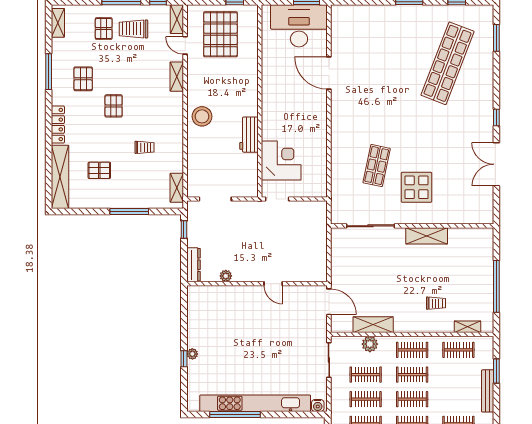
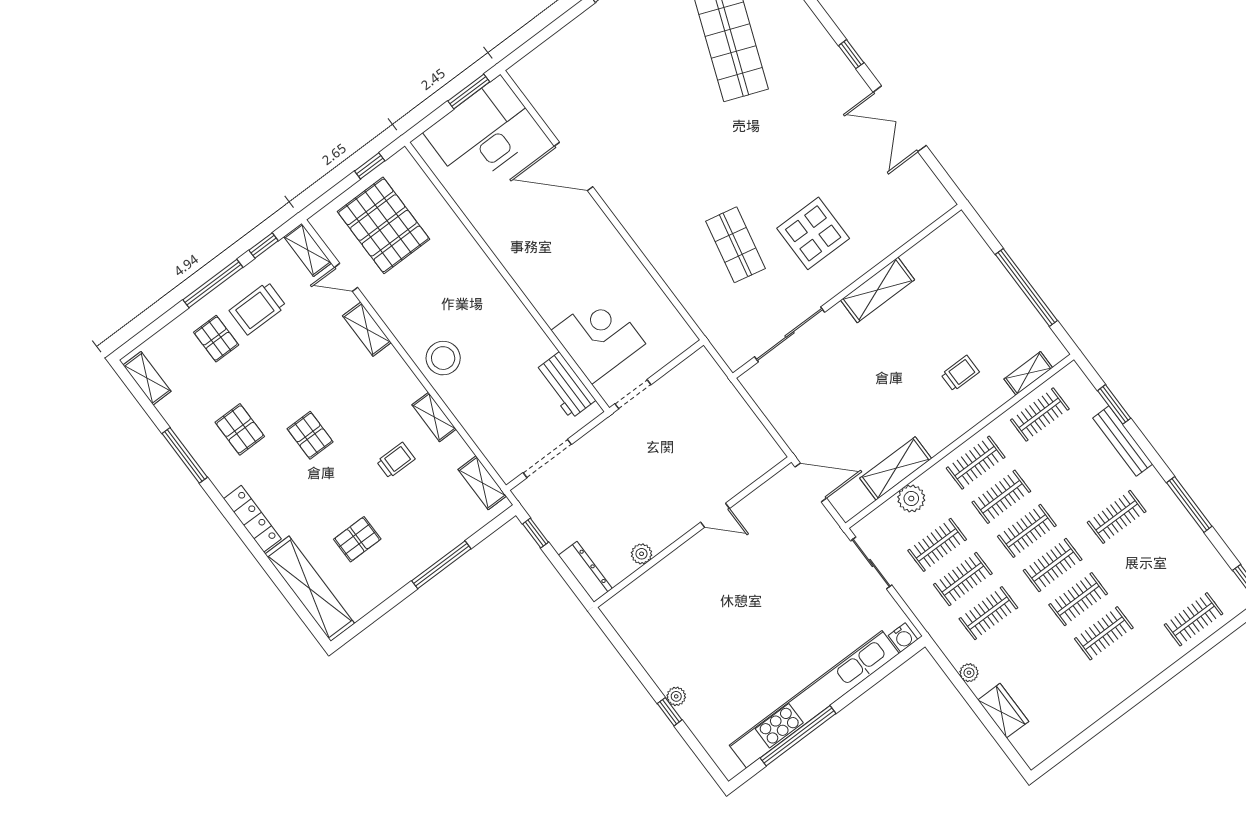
workbench: (249, 135) -> (565, 385), moved
shelving: (177, 141) -> (434, 417), added

